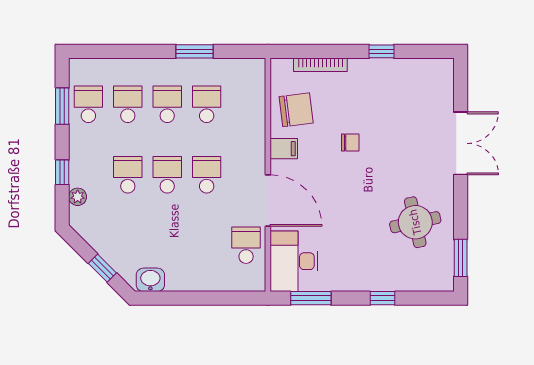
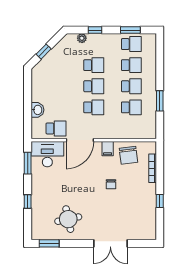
washbasin: (150, 280) -> (37, 110), moved

